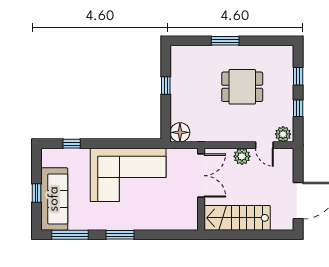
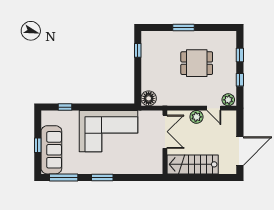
window: (166, 86) -> (138, 50), moved

